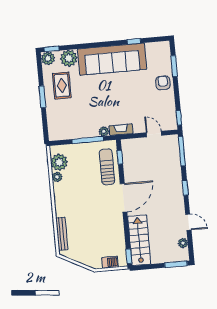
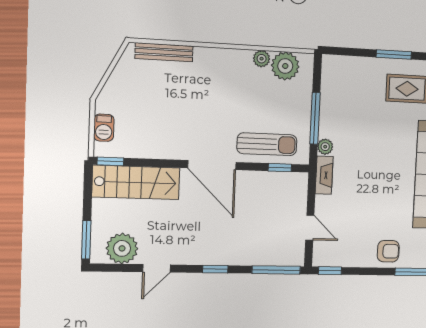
door: (154, 134) -> (310, 228), hinge flipped
plant: (183, 243) -> (122, 248), width x1.87, depth x1.87

